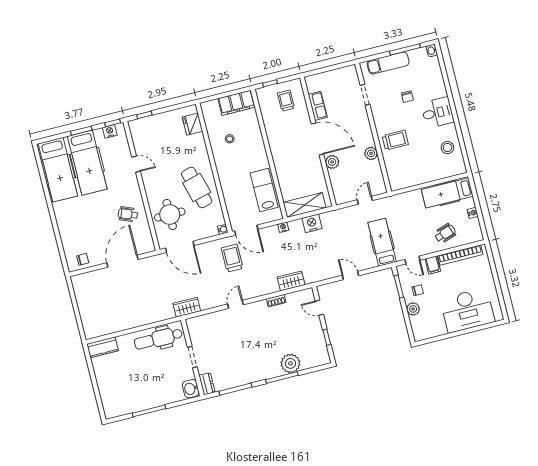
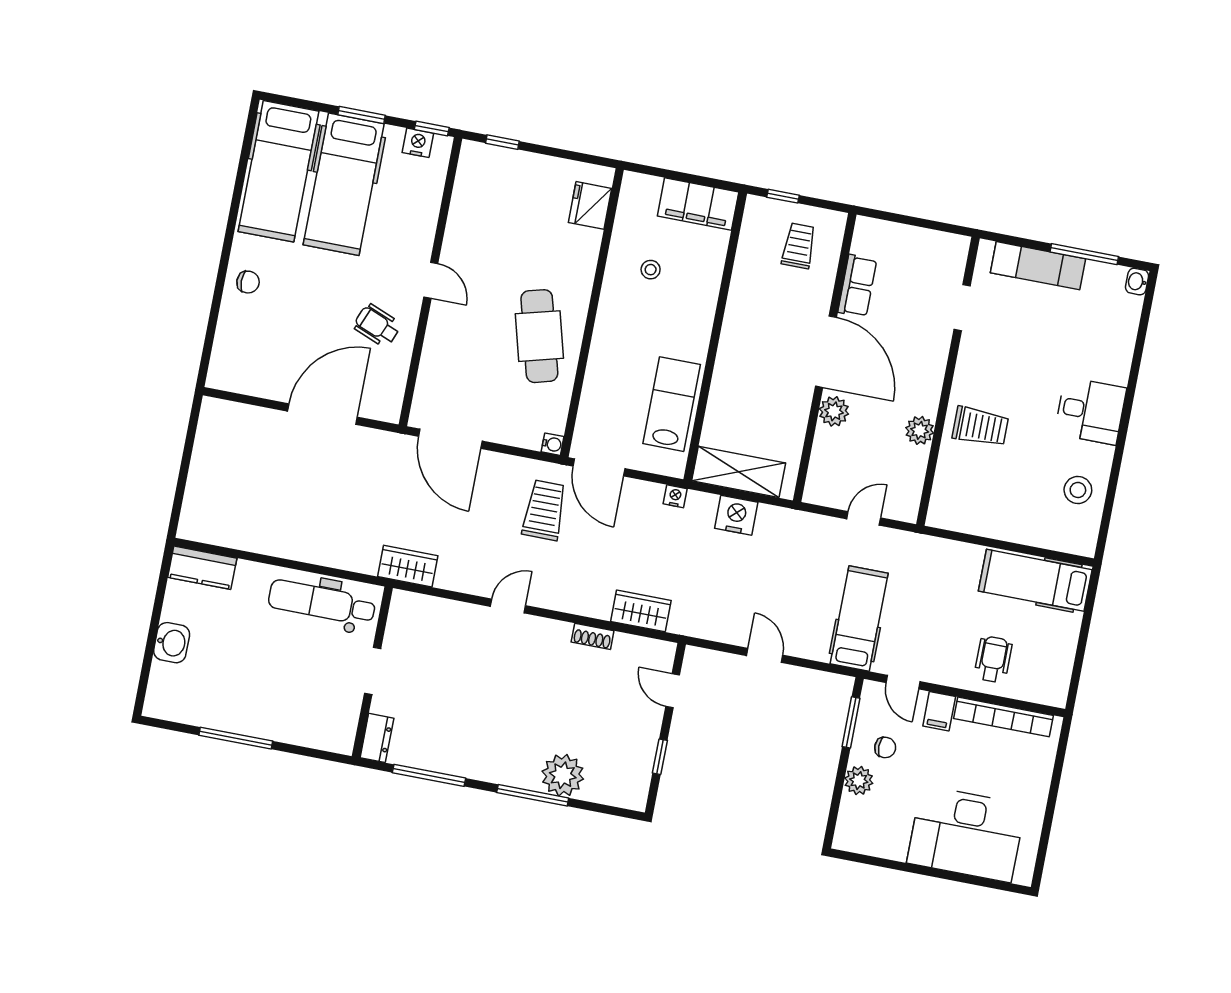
chair: (407, 97) -> (1045, 351), removed
door: (136, 164) -> (431, 280), moved
nightstand: (473, 213) -> (1067, 644), removed
round table: (170, 215) -> (460, 365), removed
wheelchair: (445, 233) -> (993, 659), turned -72
chair: (83, 259) -> (248, 282), moved
washbasin: (191, 389) -> (172, 643), moved, turned 180

